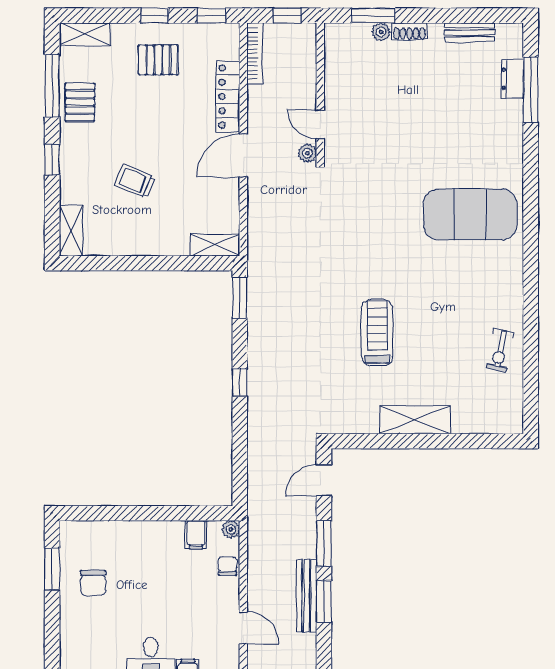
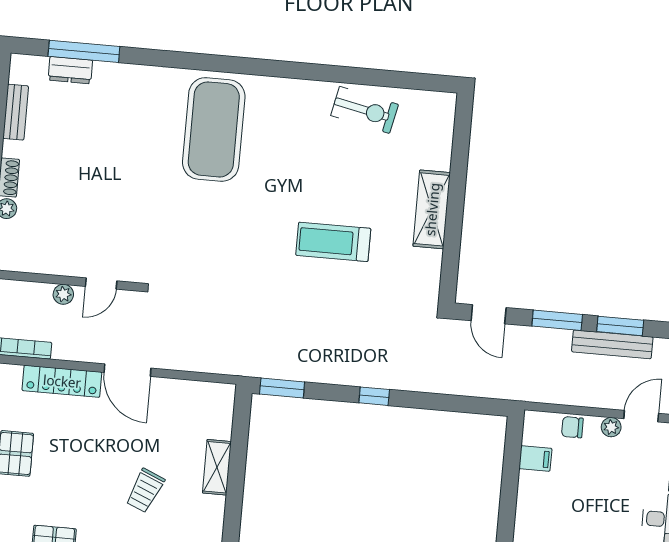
plant: (307, 153) -> (63, 294), moved
shelving: (215, 245) -> (217, 467), moved
exercise bike: (500, 351) -> (365, 110), width x1.38, depth x1.39
plant: (231, 529) -> (611, 427), moved

